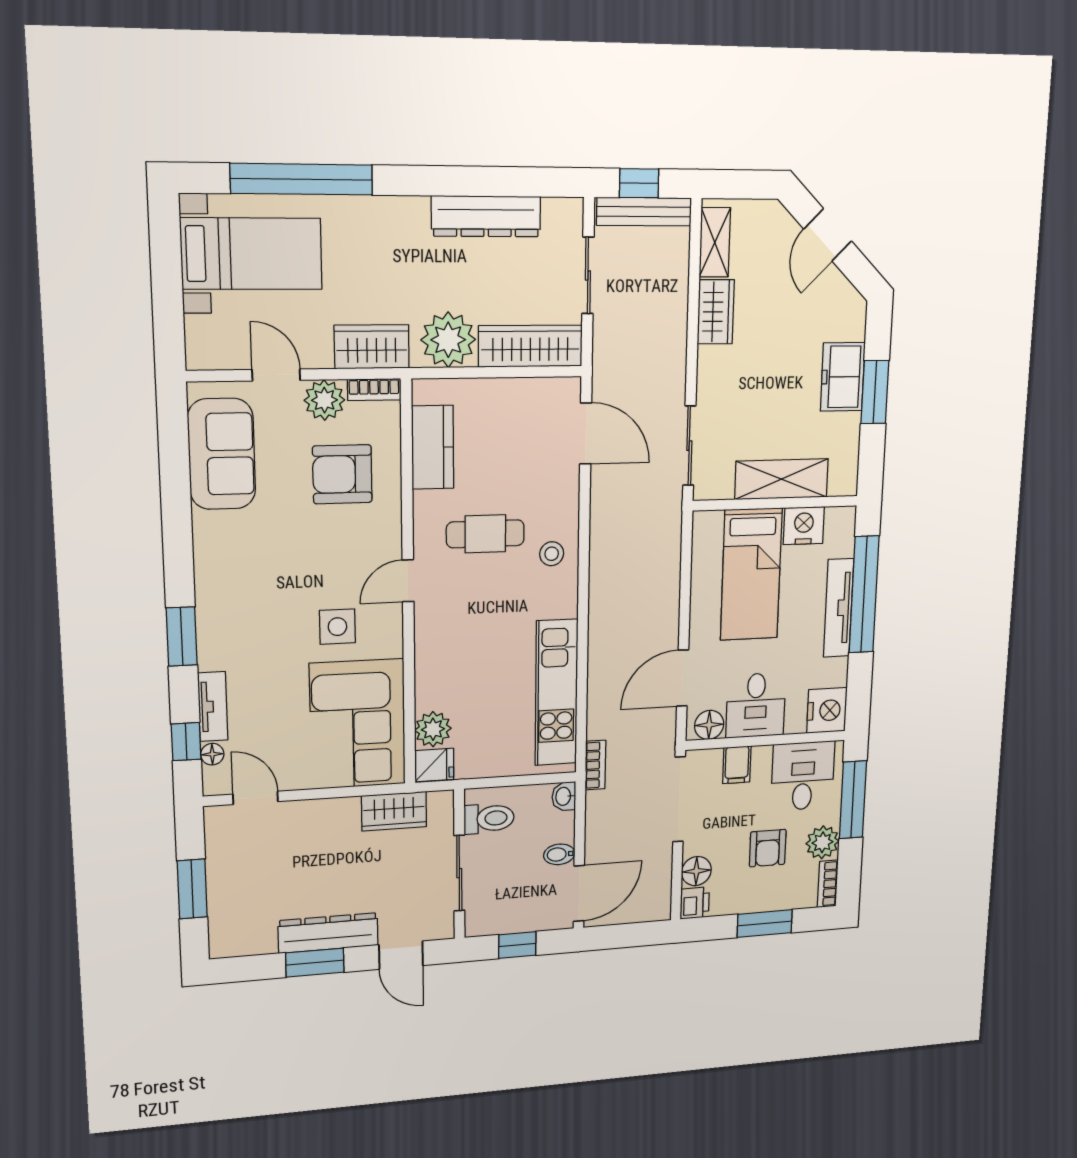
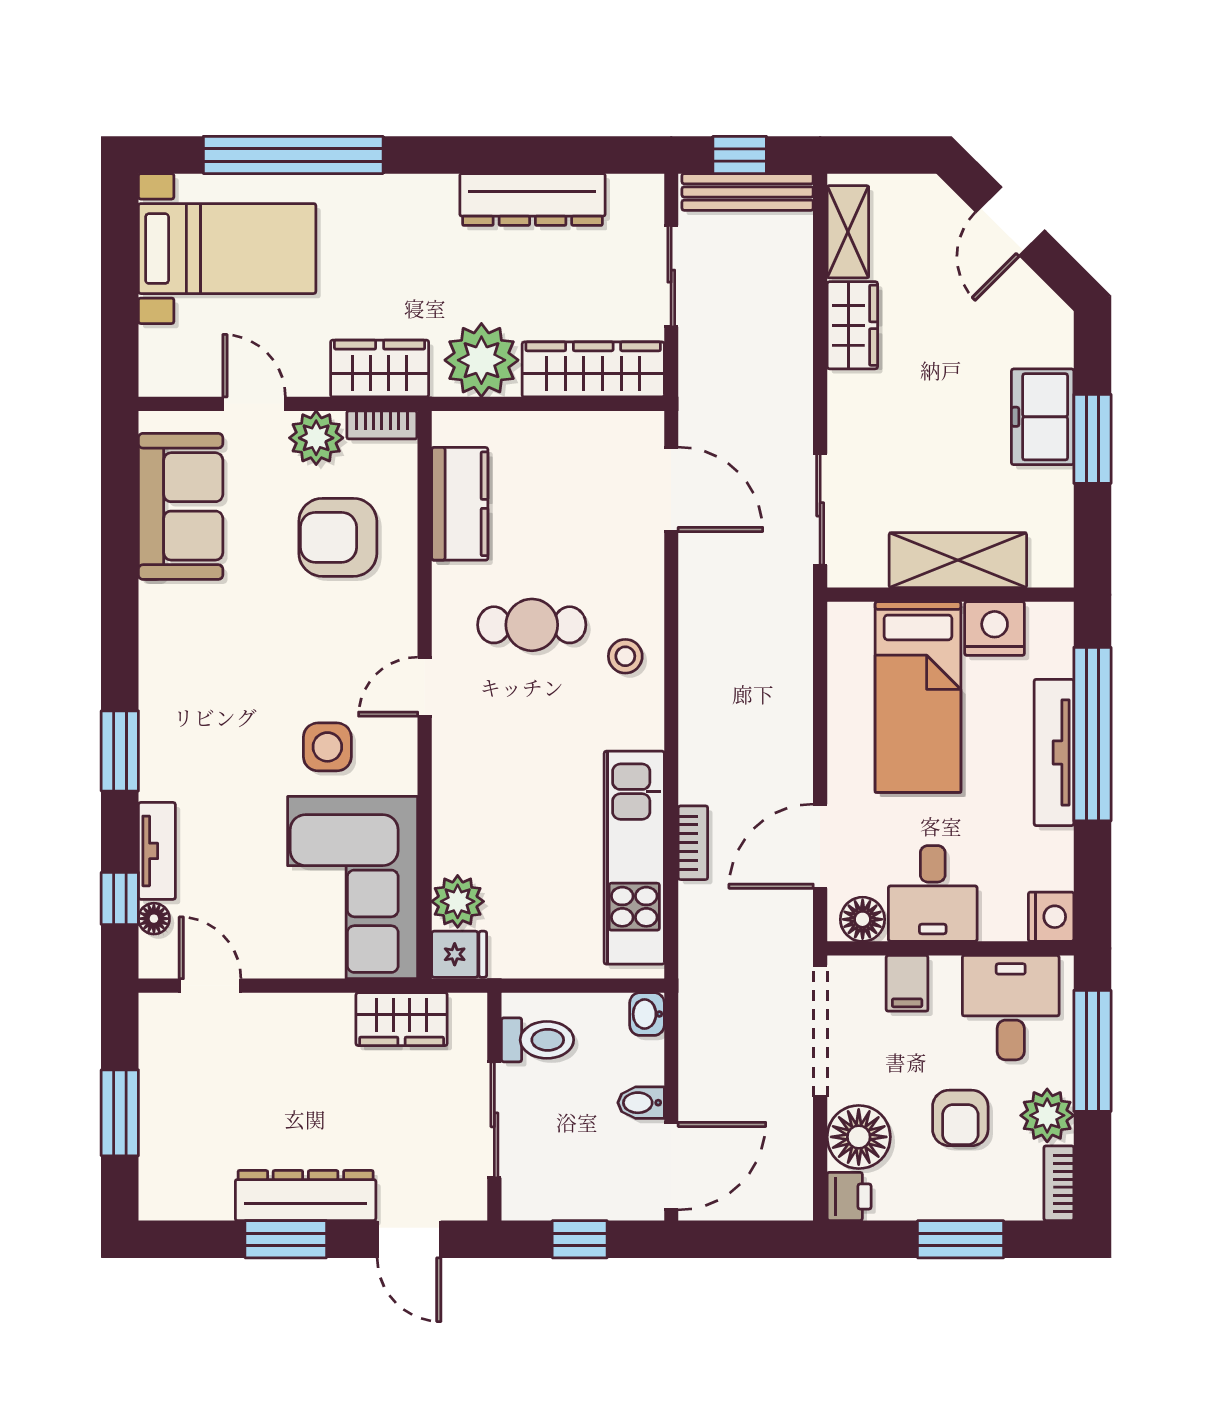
nightstand: (827, 710) -> (1051, 917), width x0.74, depth x0.75
bookcase: (595, 765) -> (693, 843), moved
floor lamp: (696, 871) -> (859, 1137), width x1.38, depth x1.38

